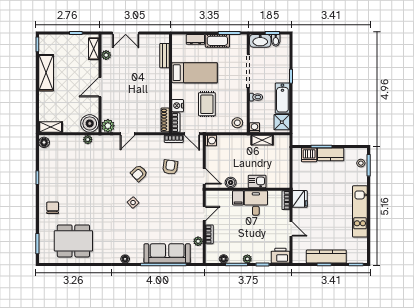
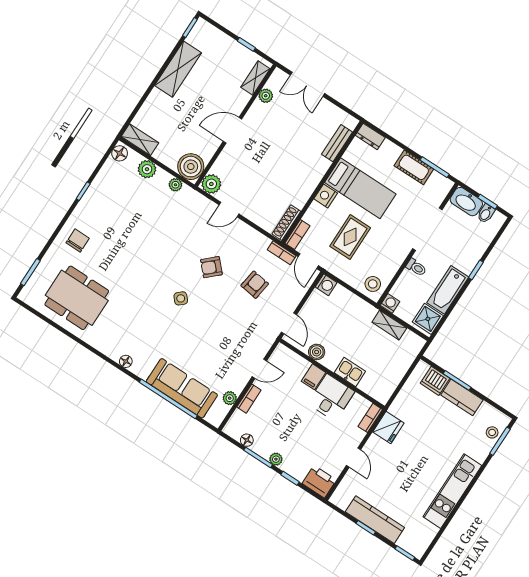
dresser: (195, 39) -> (370, 136), moved
nightstand: (178, 106) -> (326, 196), moved
plant: (66, 141) -> (147, 169), added

